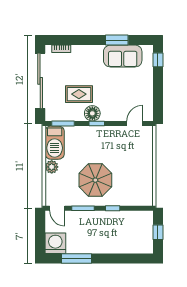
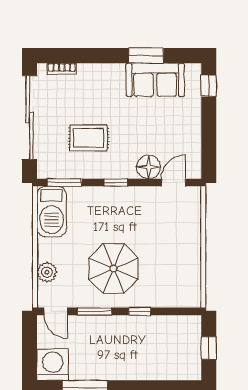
floor lamp: (92, 113) -> (149, 167), moved
plant: (52, 167) -> (47, 272), moved

